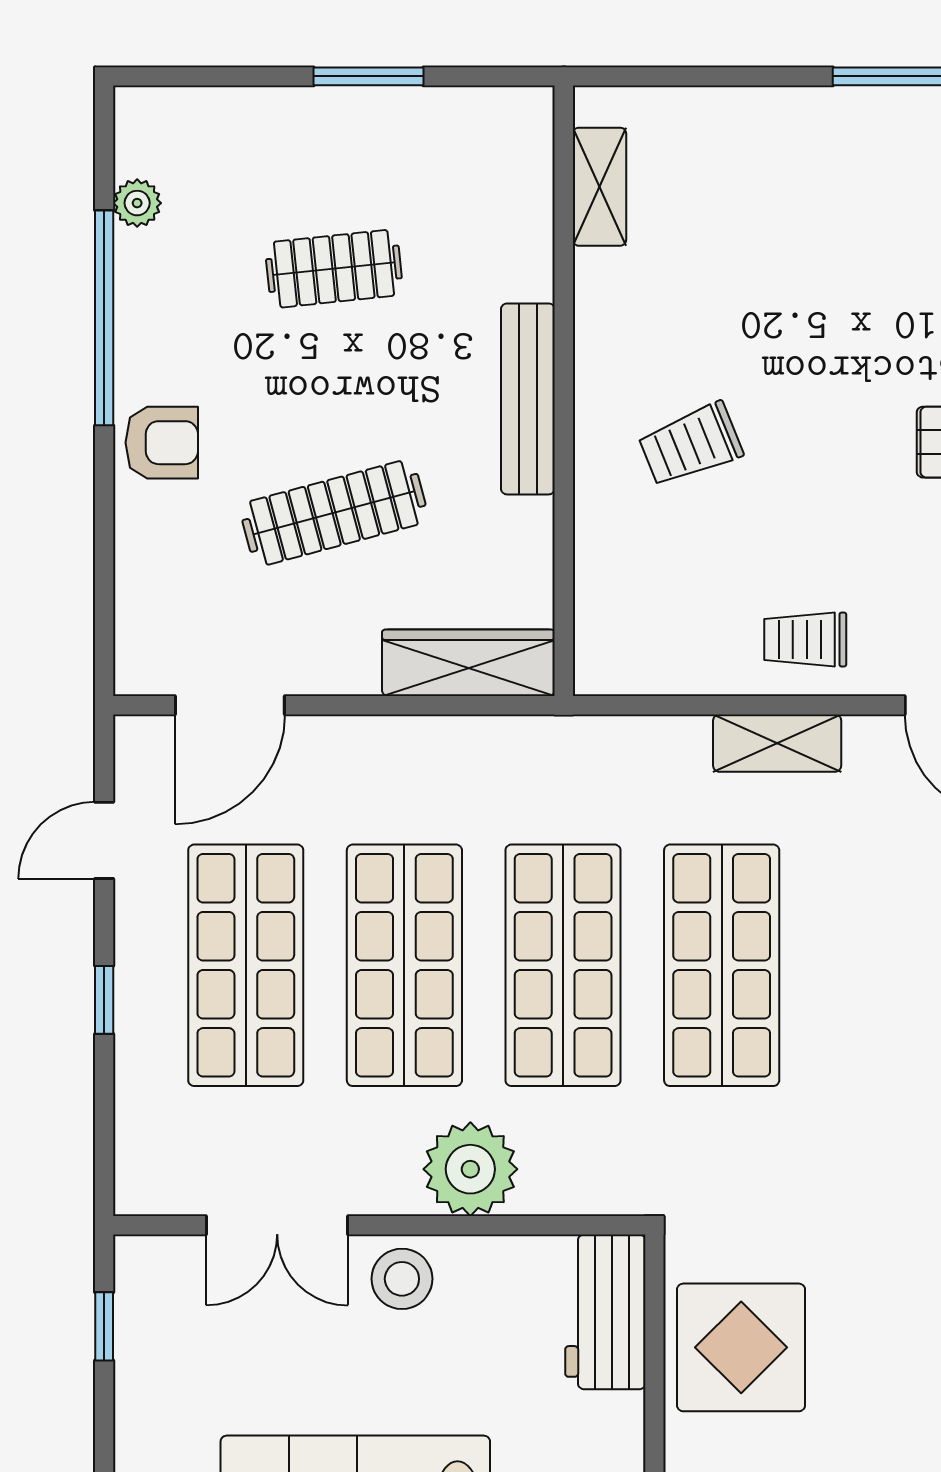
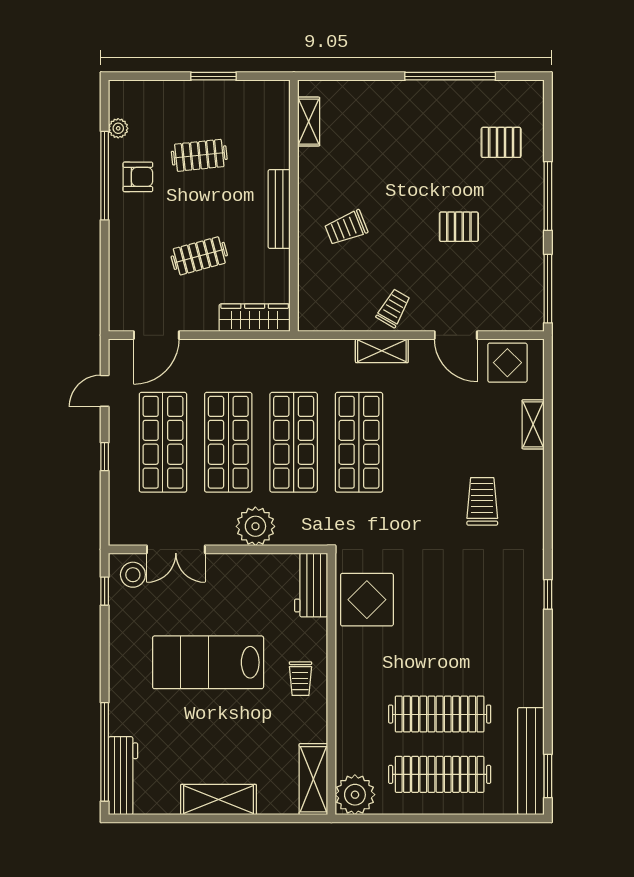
armchair: (162, 443) -> (138, 177), moved
clothes rail: (334, 513) -> (199, 256), width x0.73
trolley: (805, 640) -> (393, 308), turned 120
stool: (402, 1279) -> (133, 575), moved

